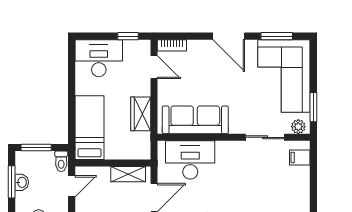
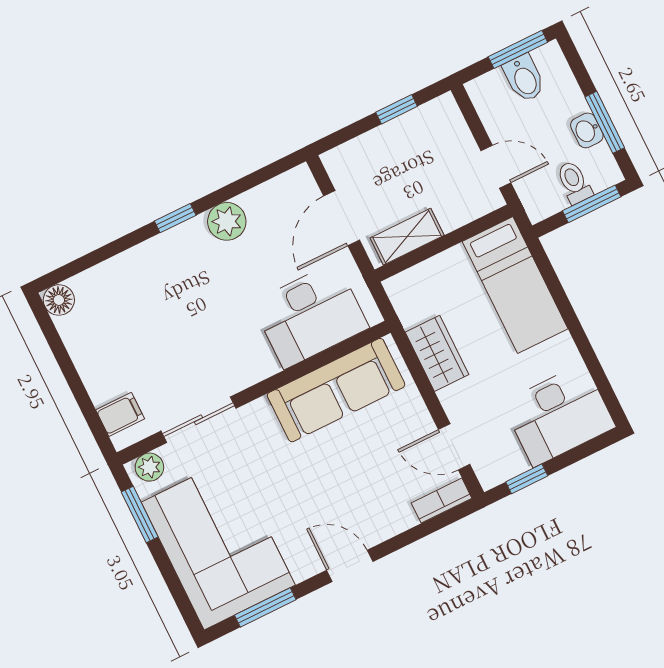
door: (229, 36) -> (350, 566), width x0.73
toilet: (61, 161) -> (574, 182), moved
door: (72, 186) -> (496, 167), swing flipped

